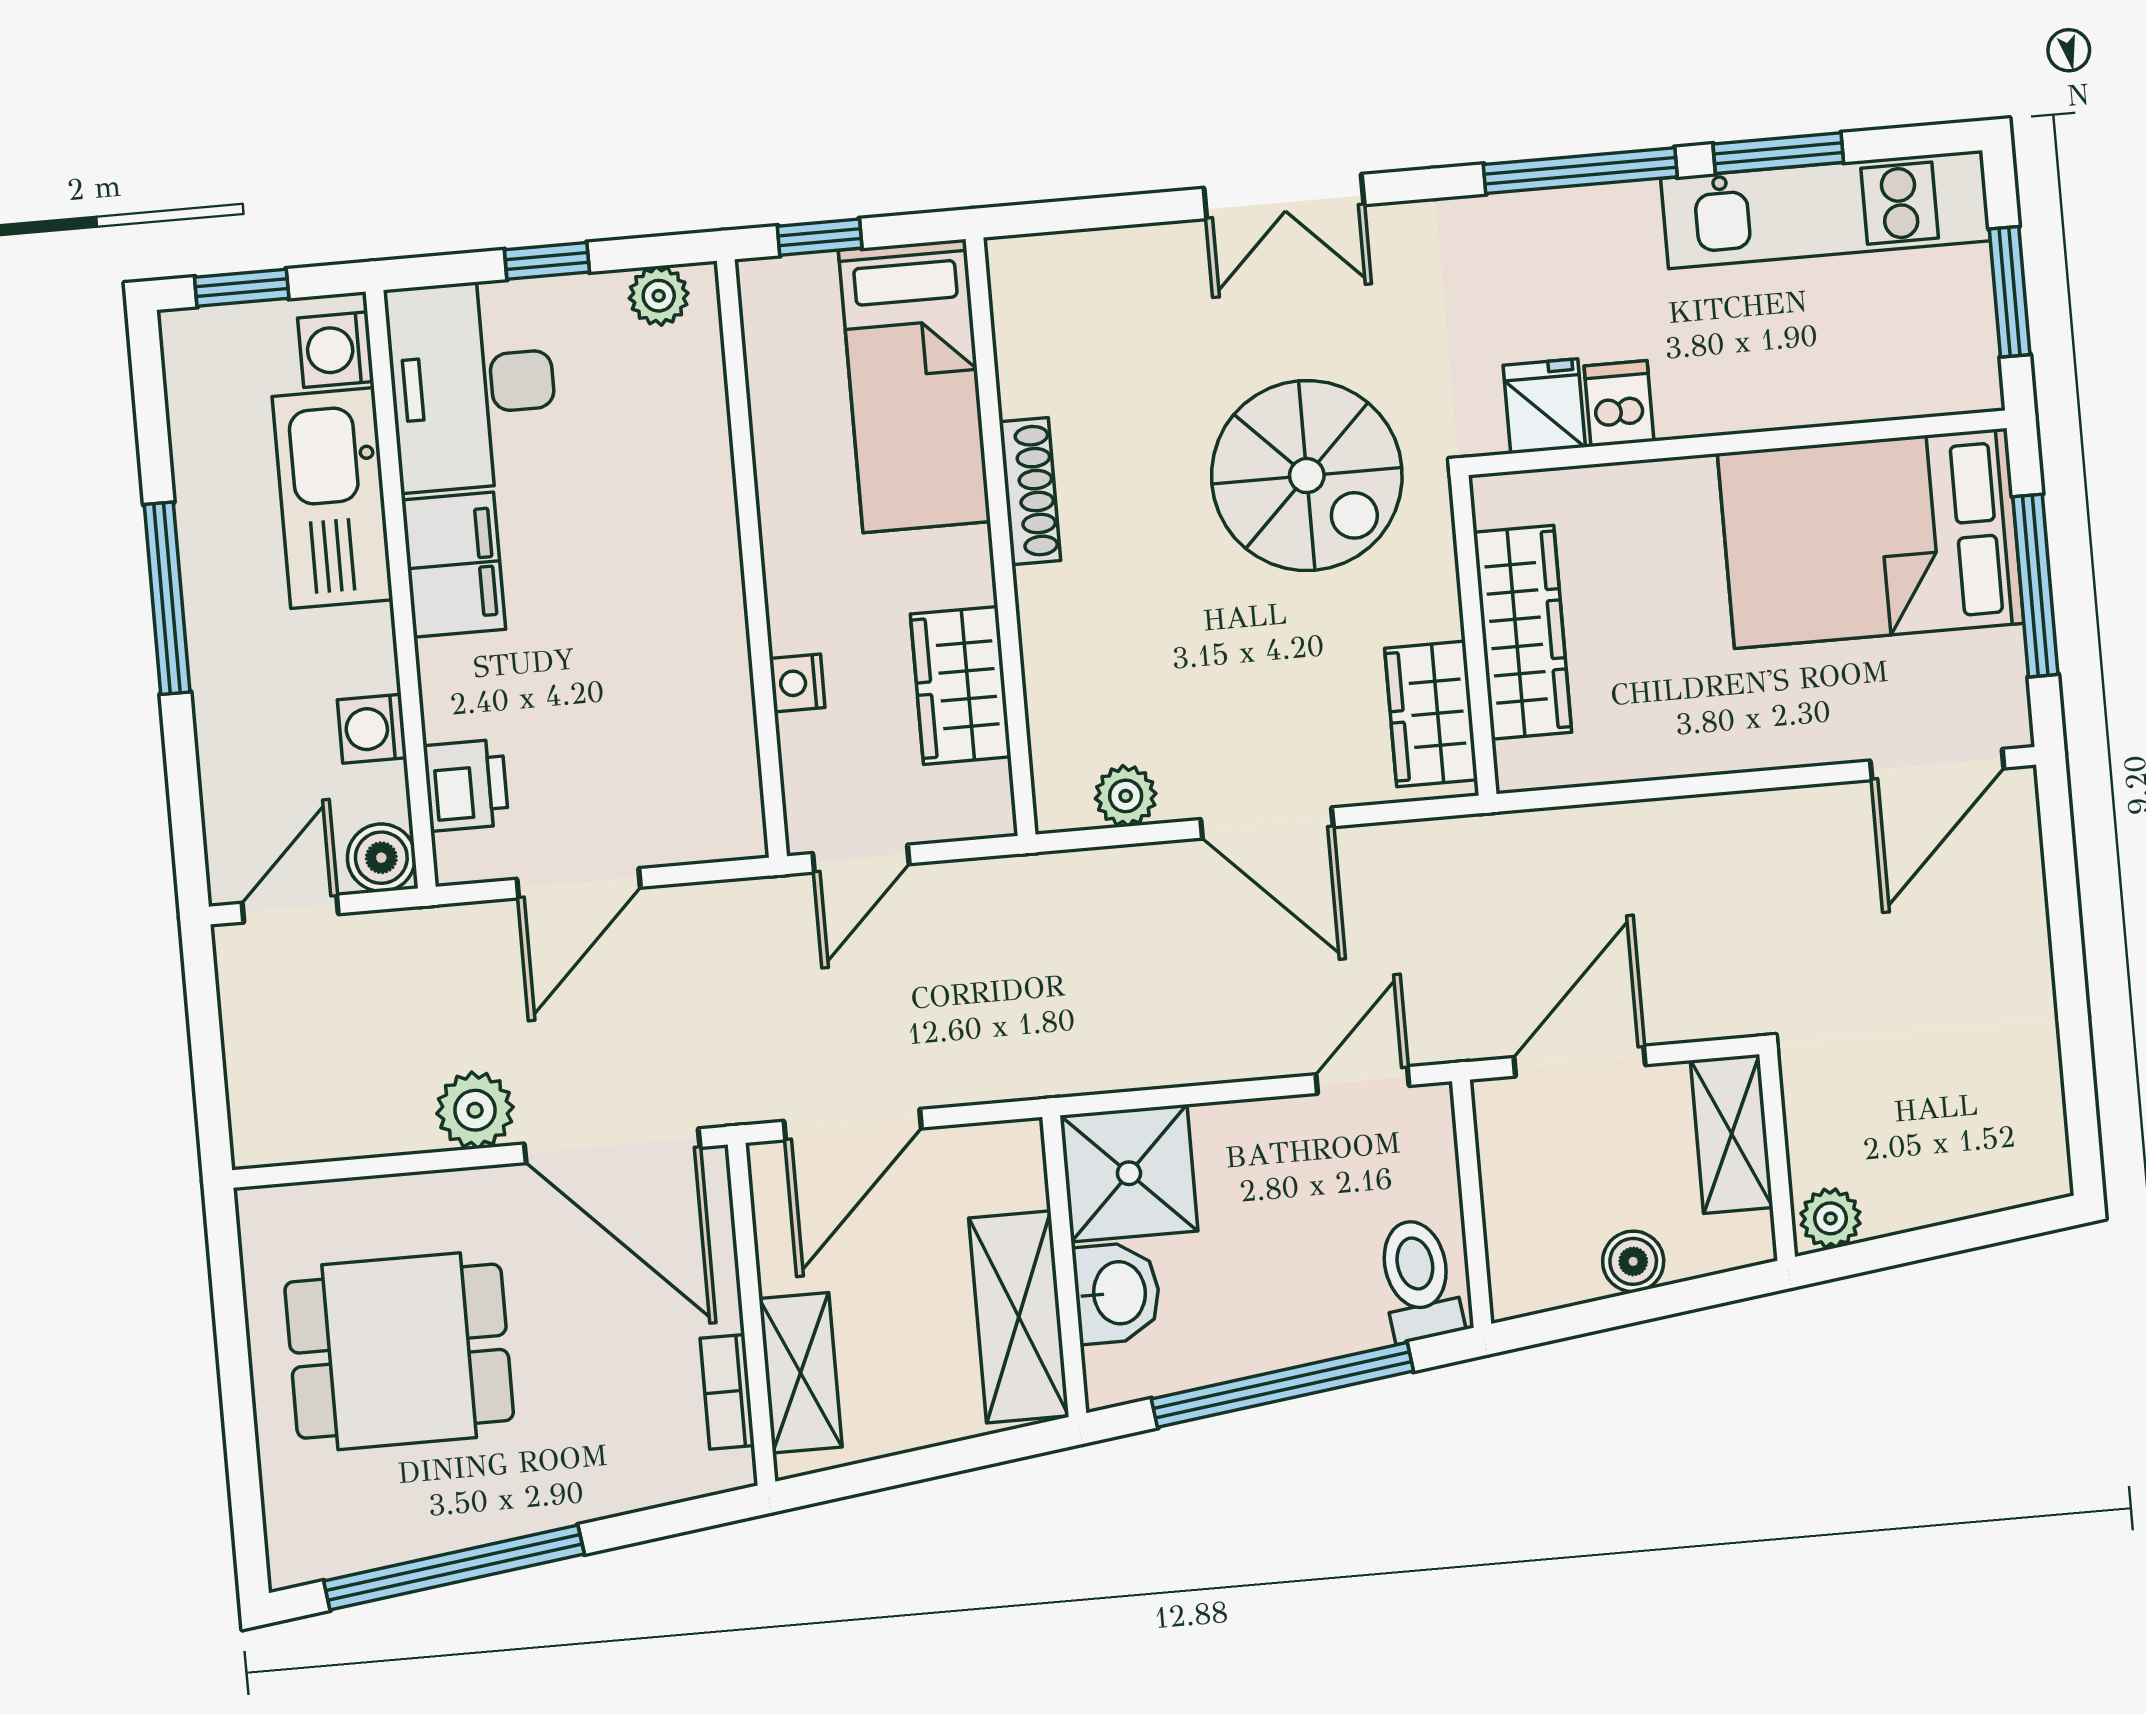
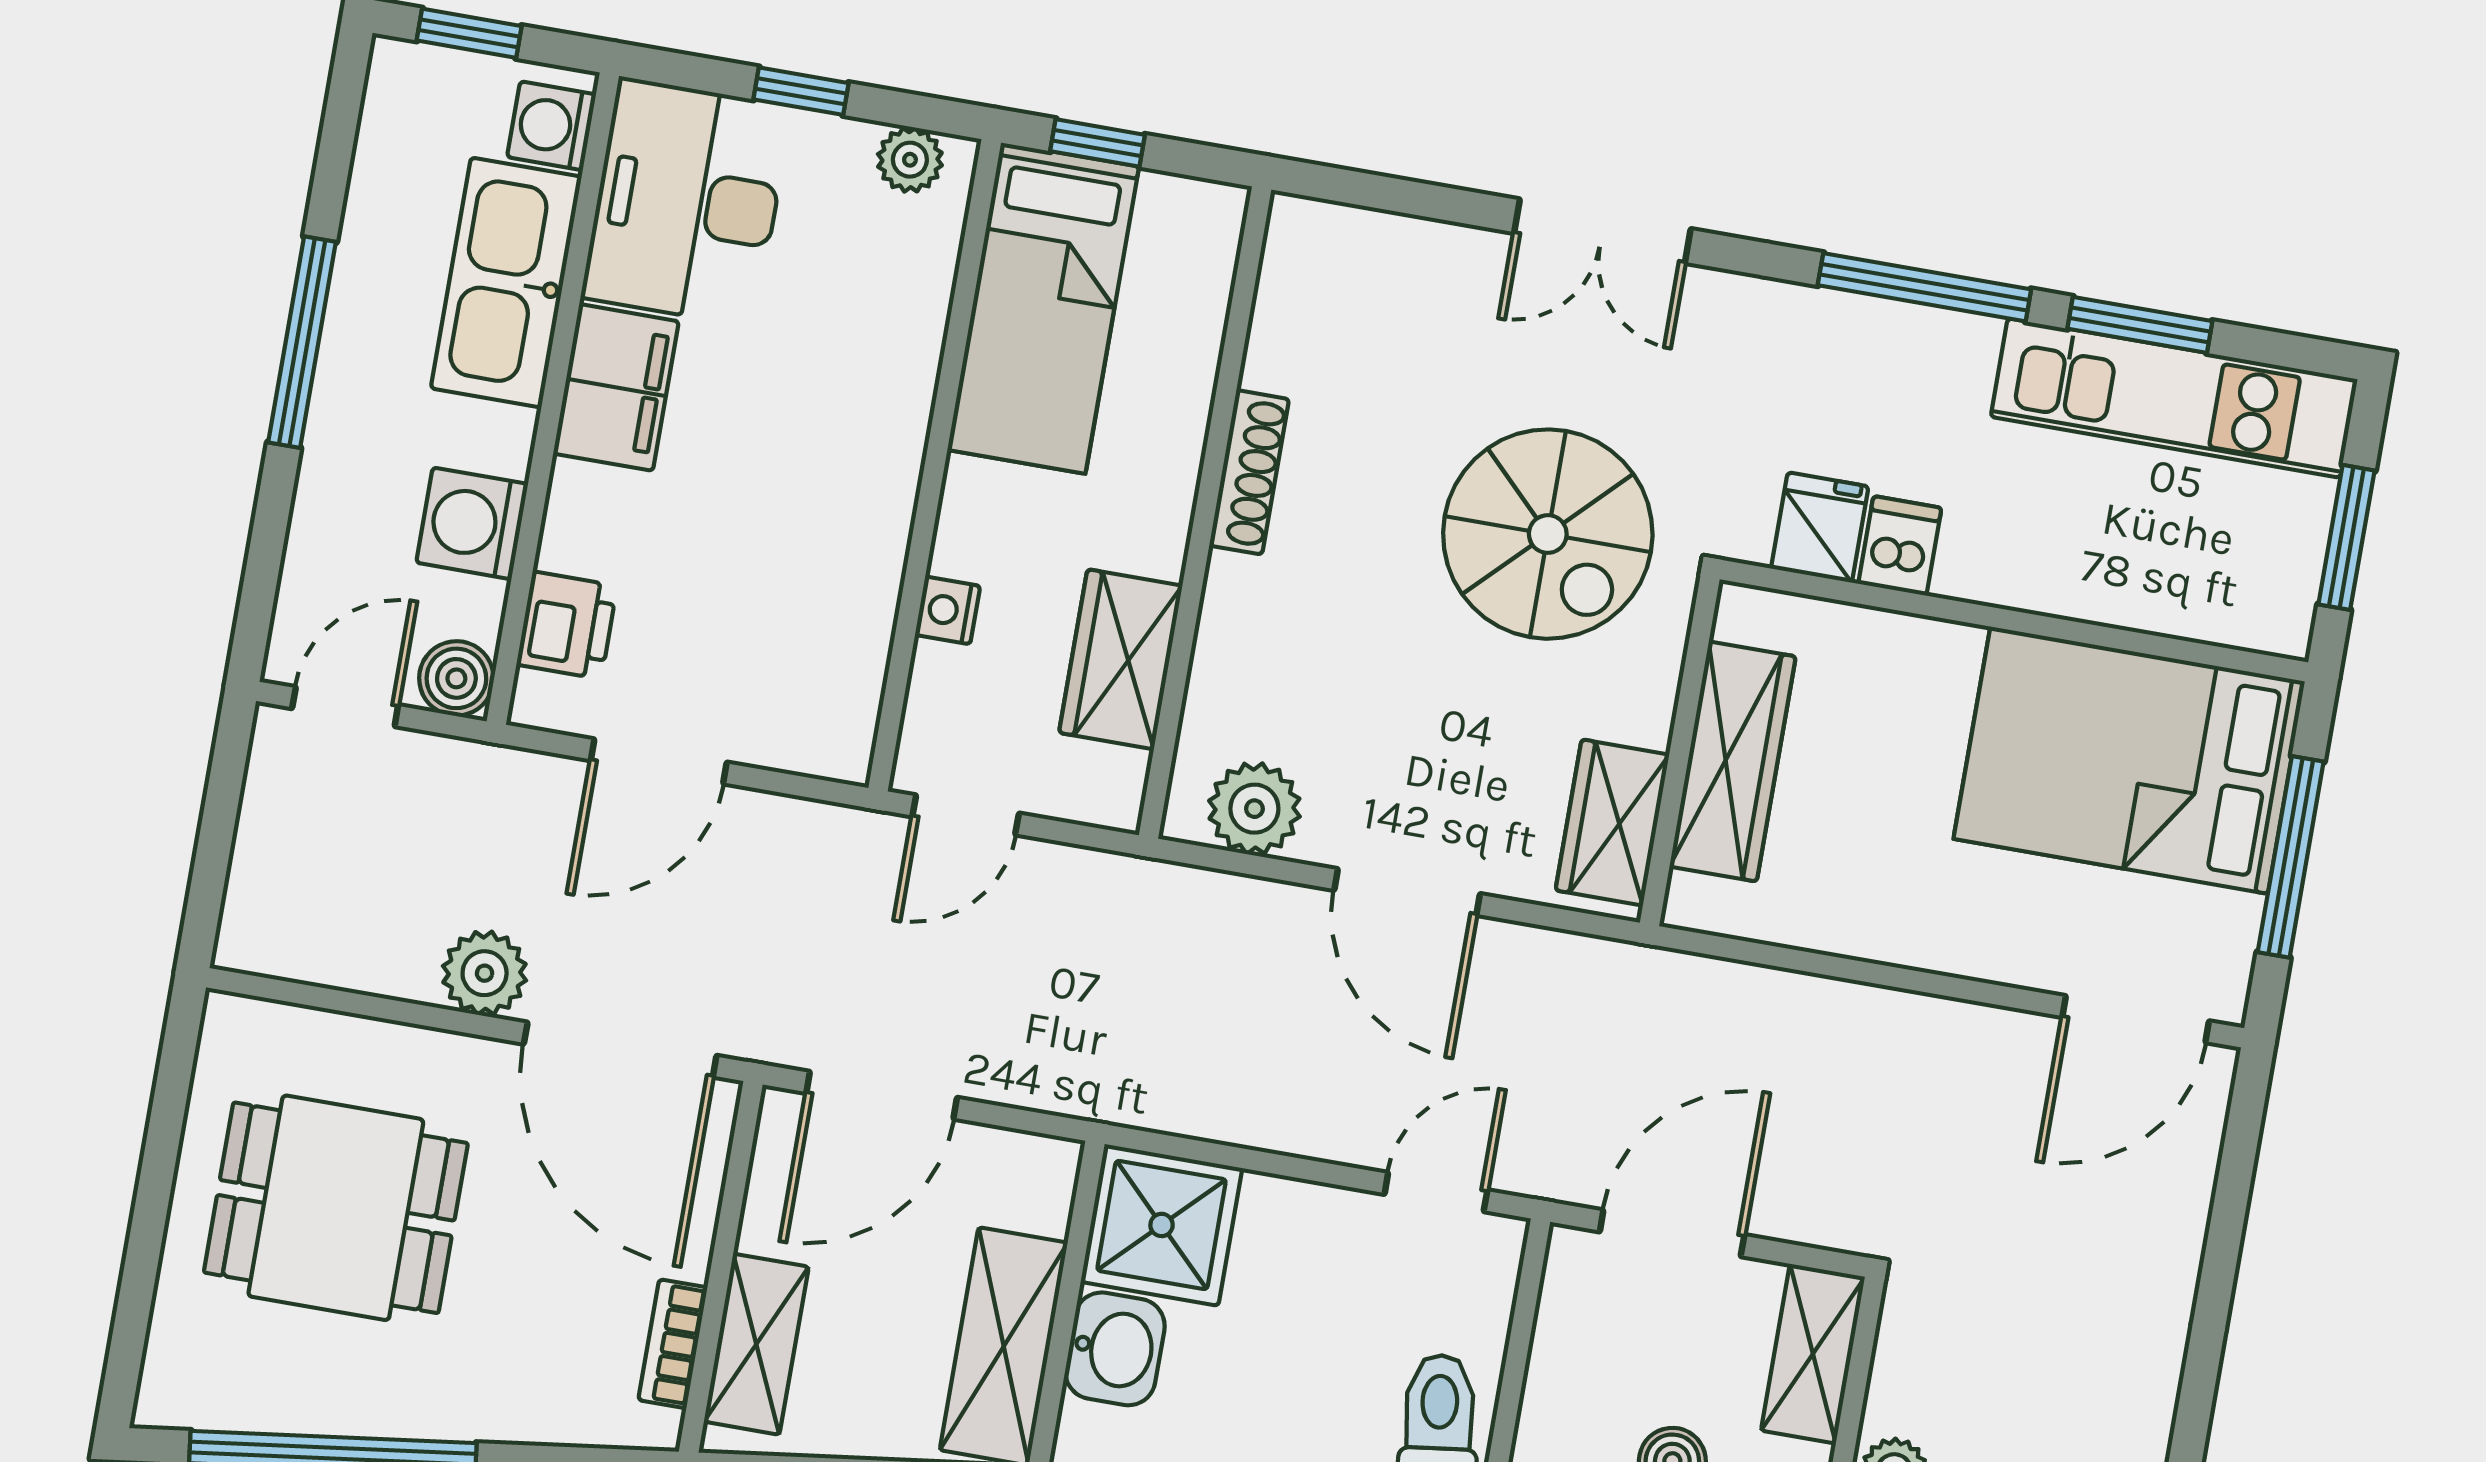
bed: (914, 386) -> (1043, 308), moved
washing machine: (372, 729) -> (472, 523), width x1.38, depth x1.38
plant: (1126, 796) -> (1254, 809), width x1.38, depth x1.38

